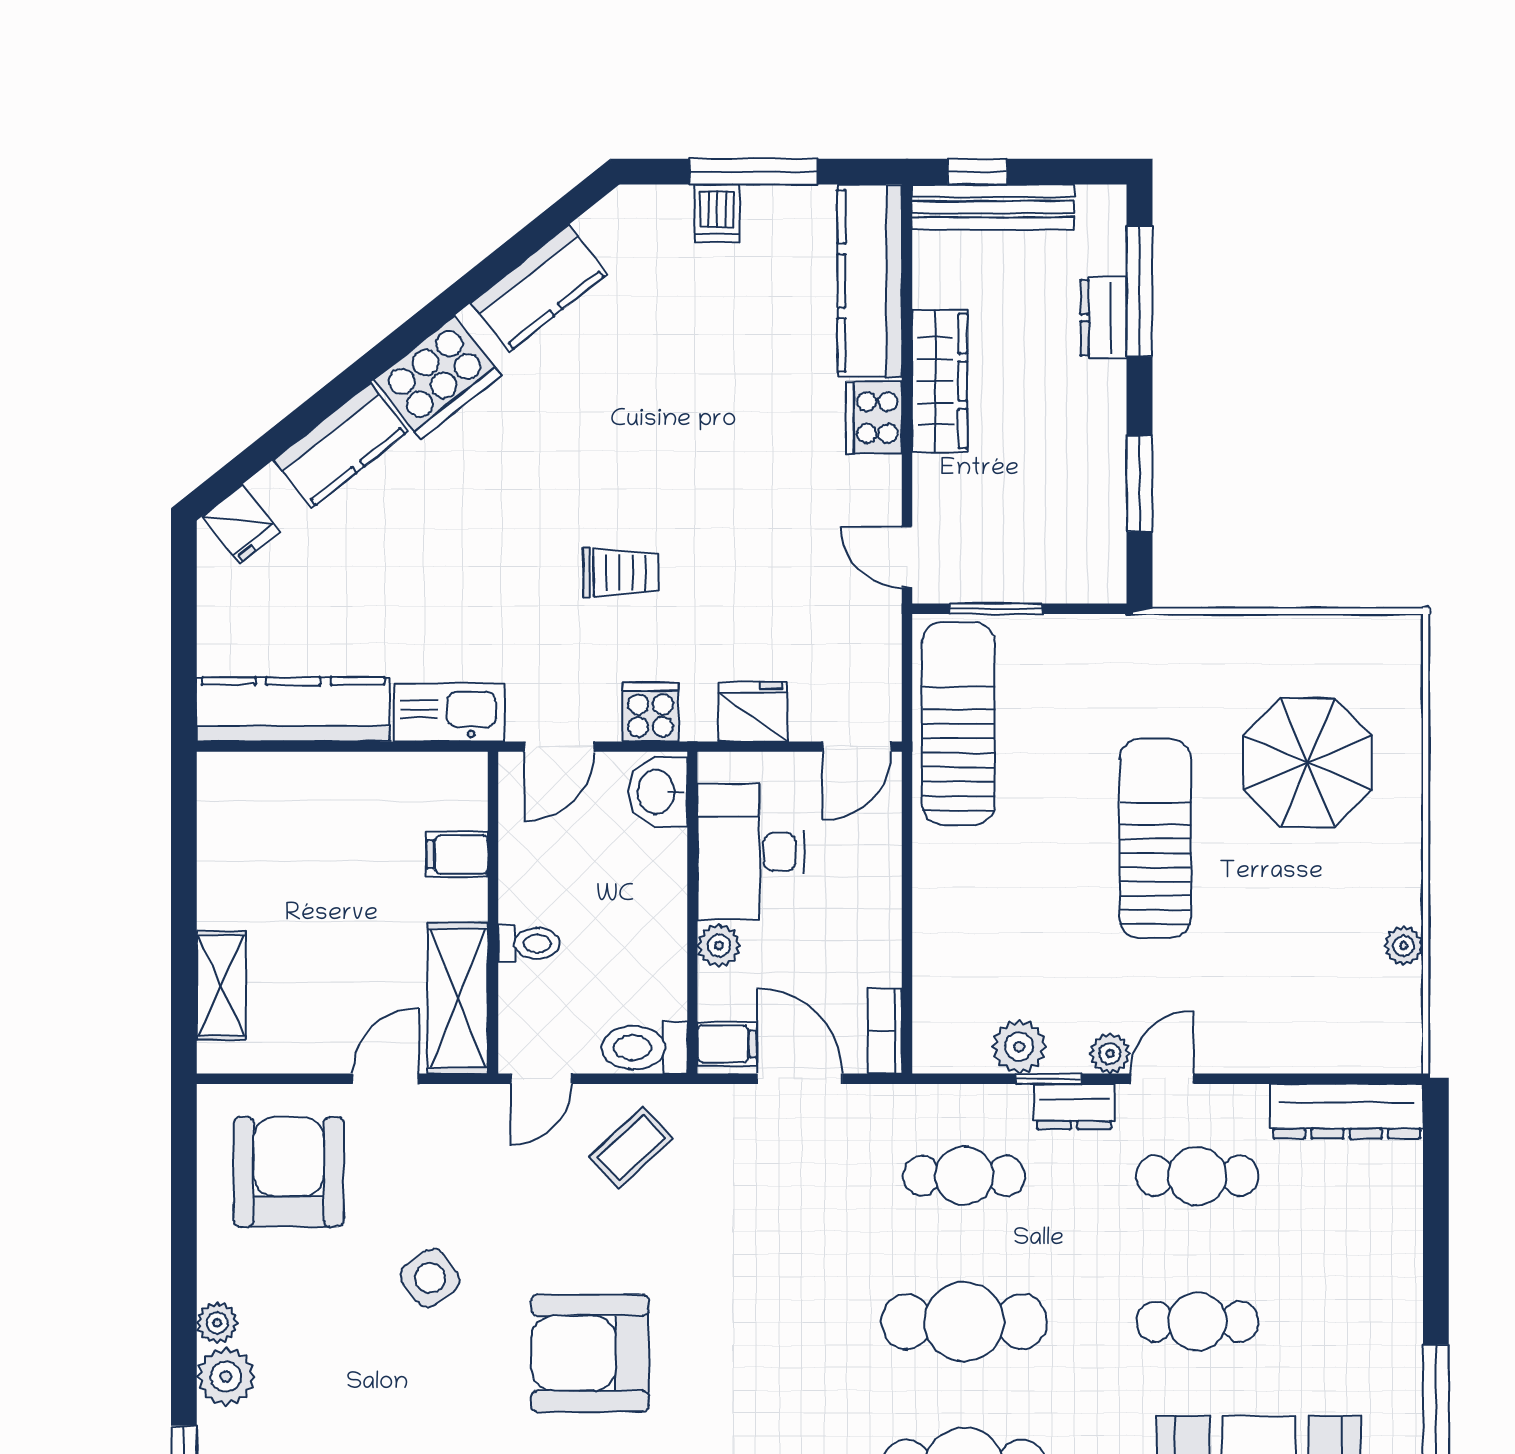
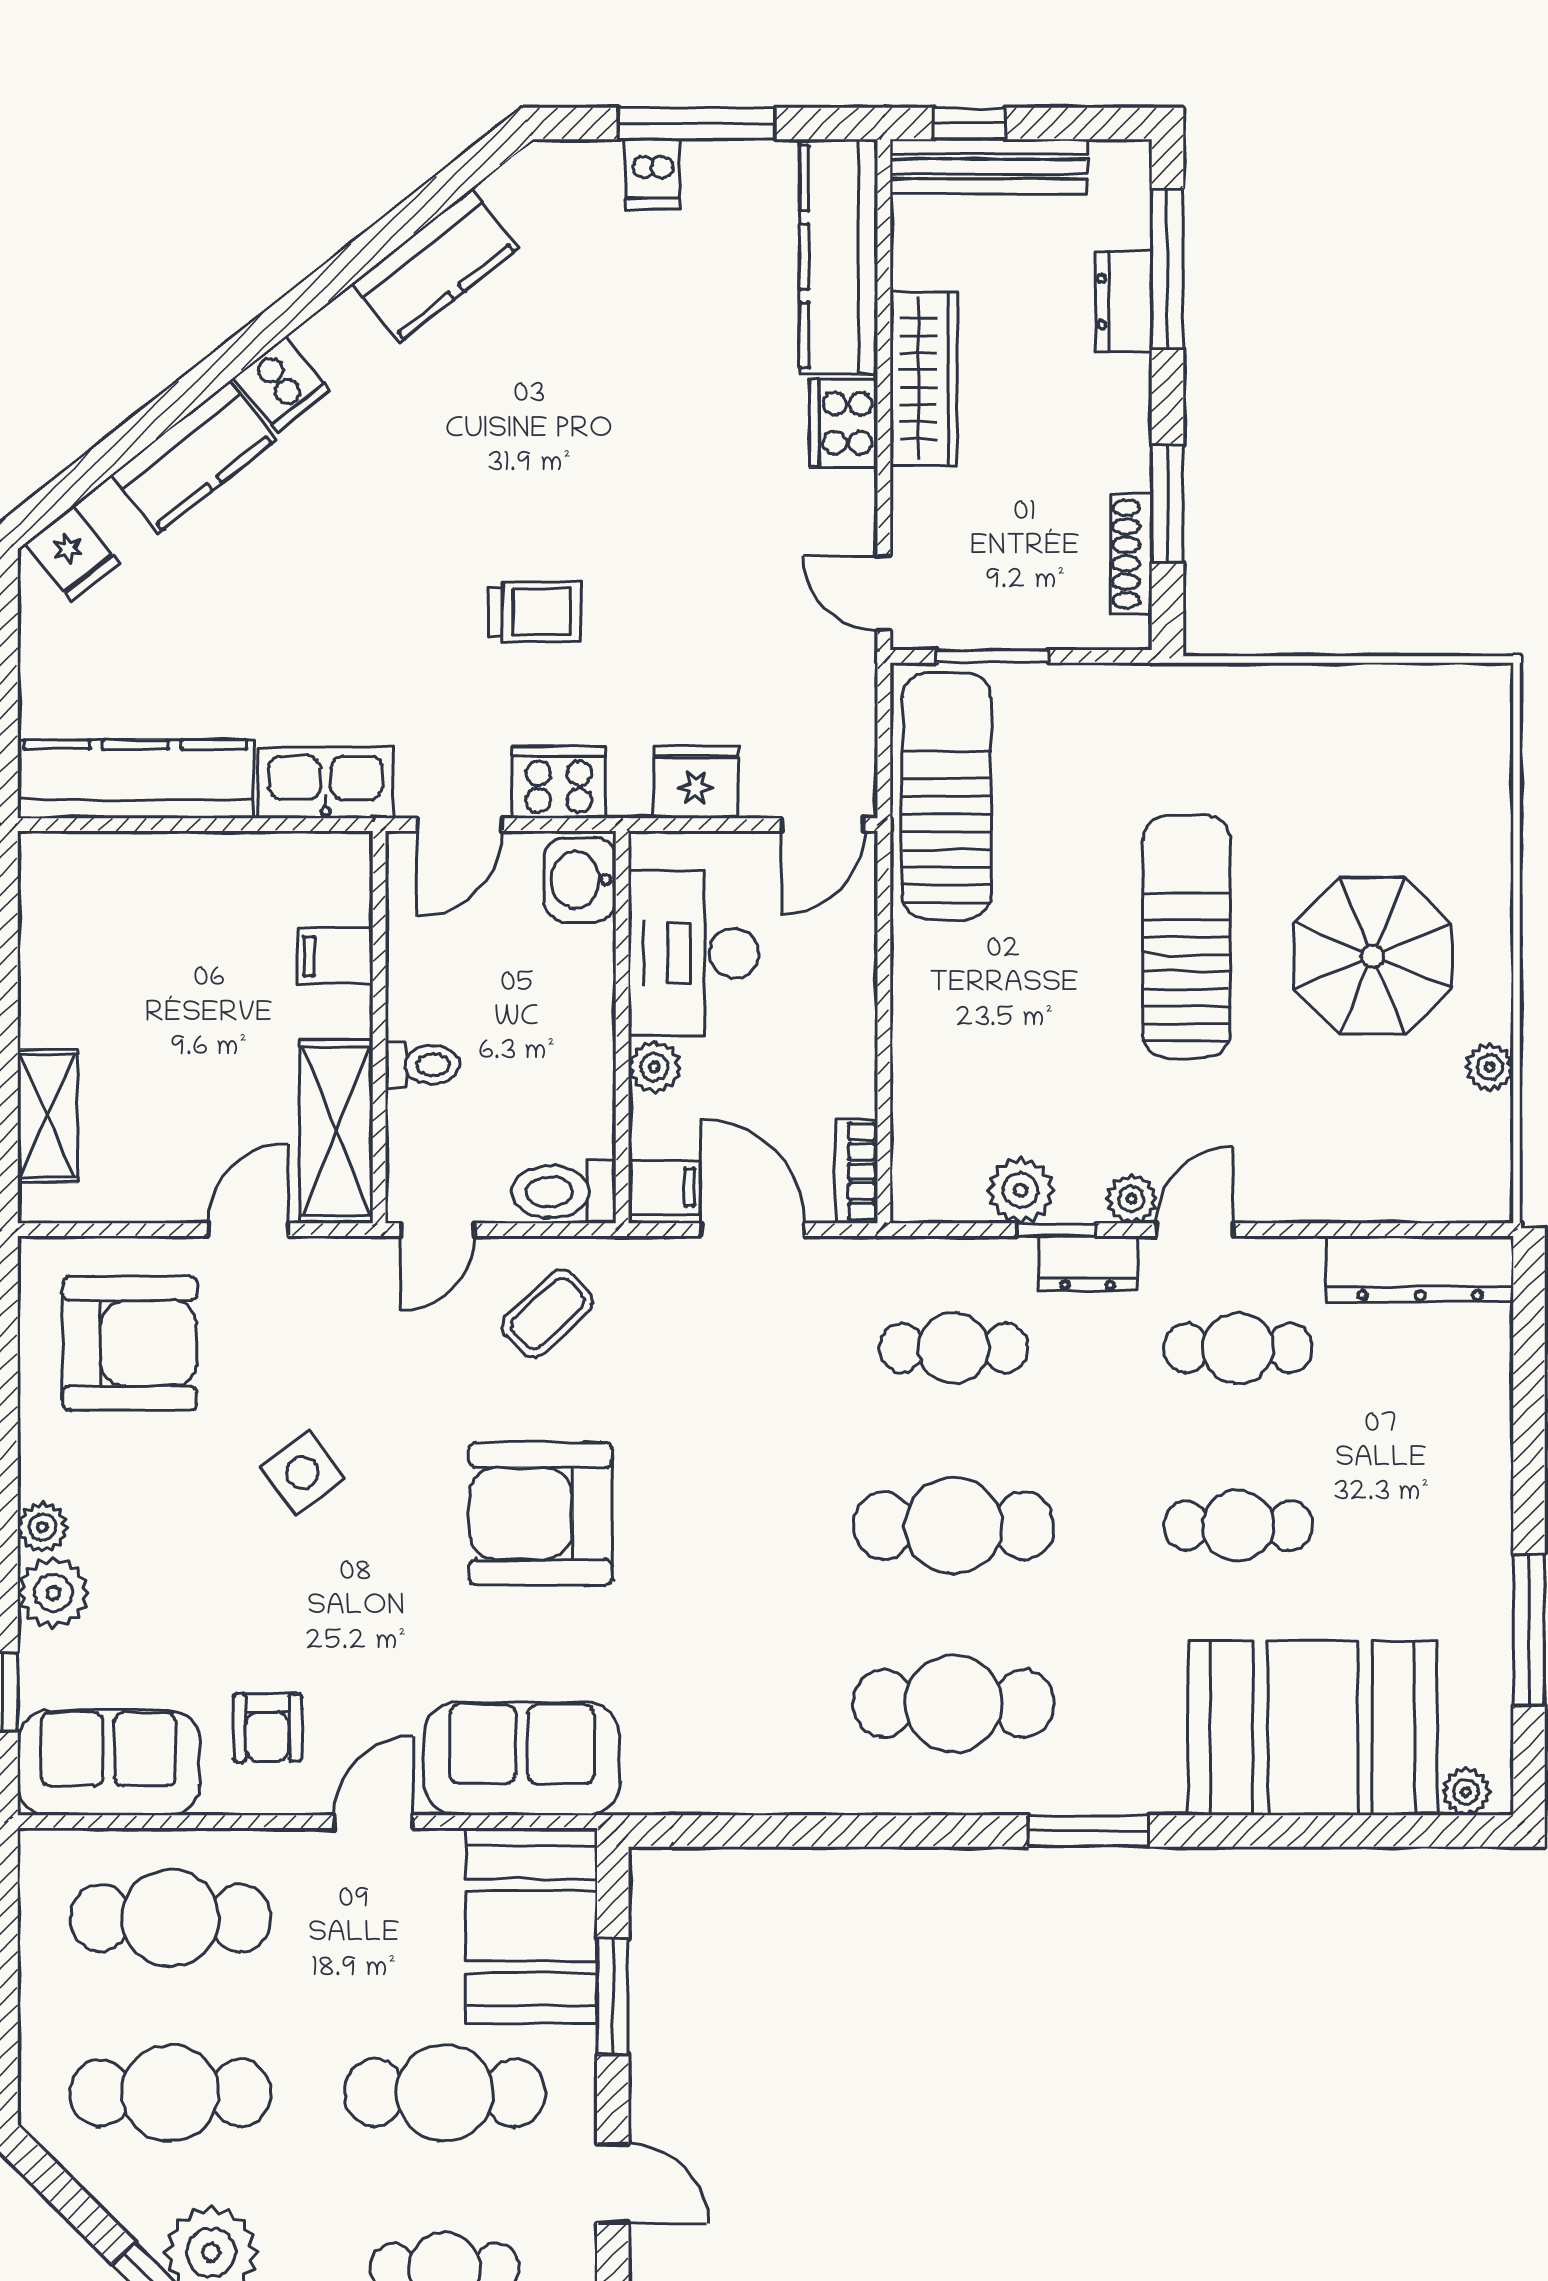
cooker: (438, 378) -> (282, 384), width x0.53, depth x0.76
shoe rack: (1110, 525) -> (1131, 554), added
cooker: (650, 712) -> (559, 782), width x1.36
parasol: (1308, 763) -> (1373, 956), moved
armchair: (289, 1172) -> (130, 1343), turned 90
armchair: (590, 1353) -> (541, 1514), moved

